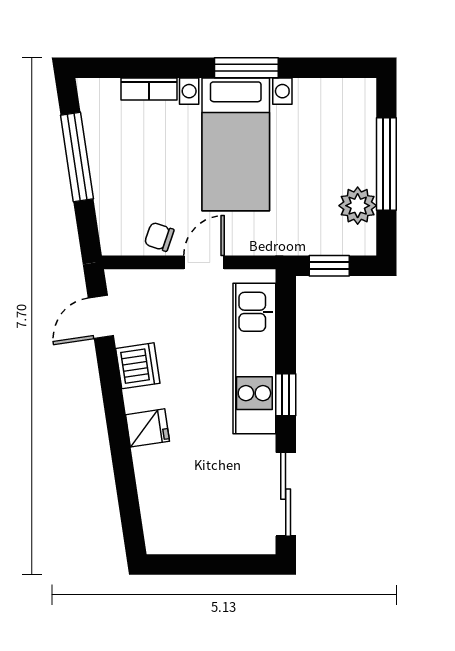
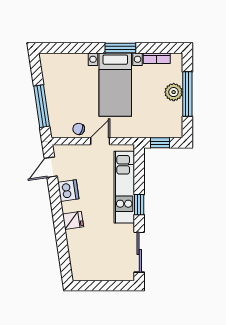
bookcase: (149, 89) -> (157, 58), moved
window: (77, 157) -> (42, 106), moved
plant: (358, 206) -> (174, 92), moved

